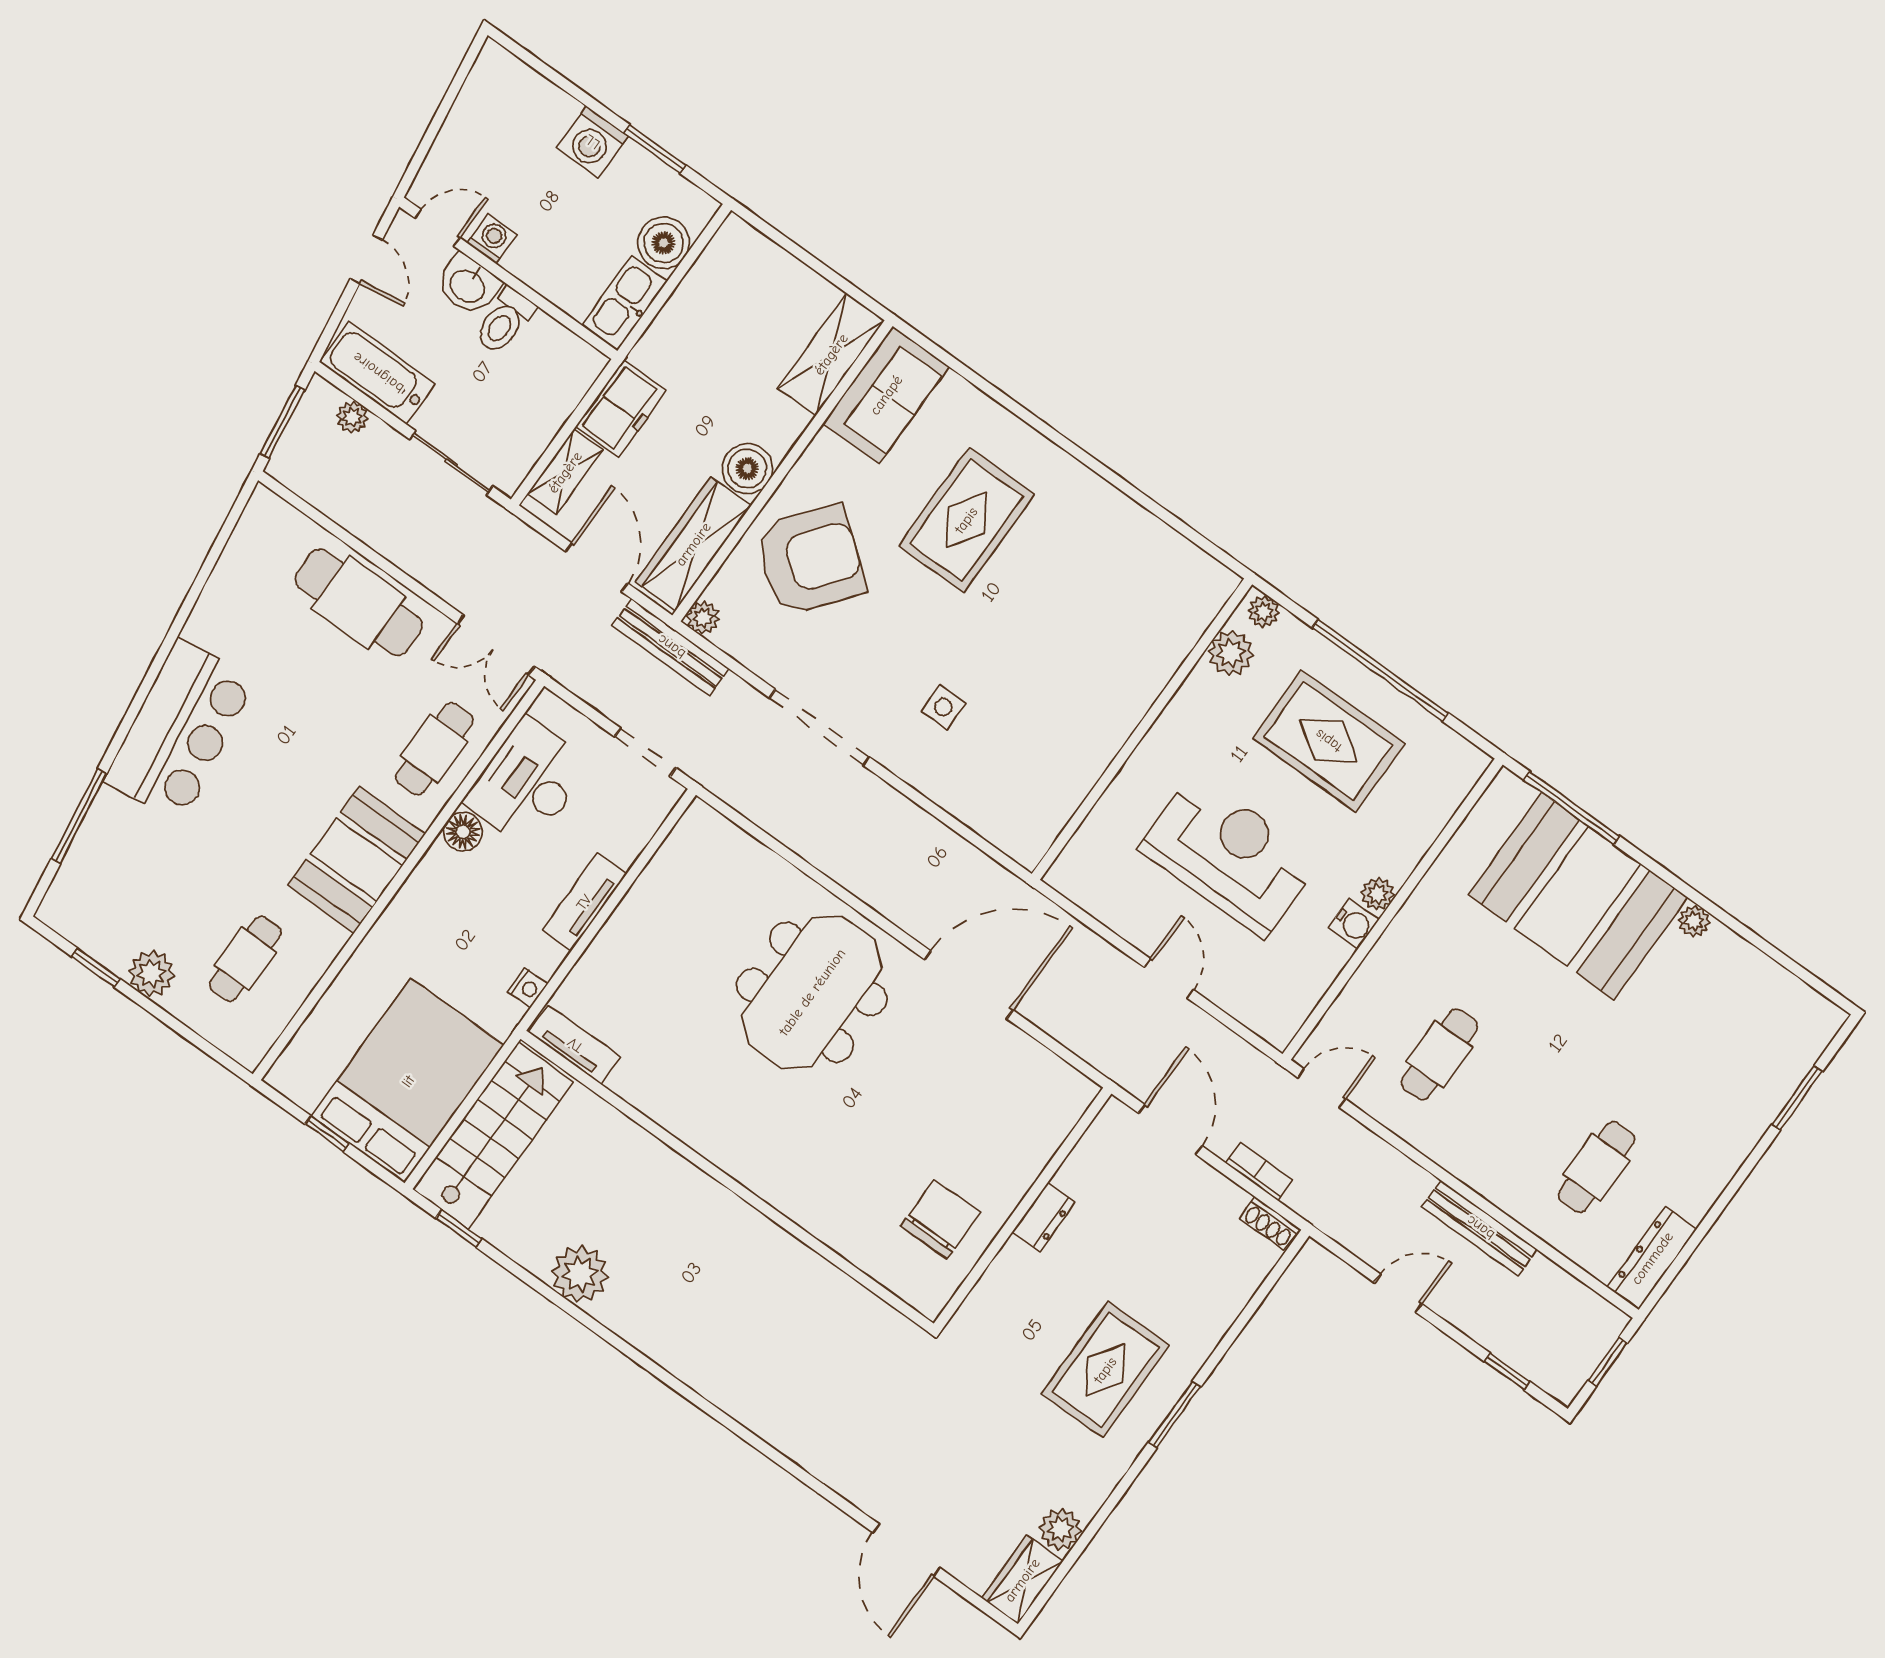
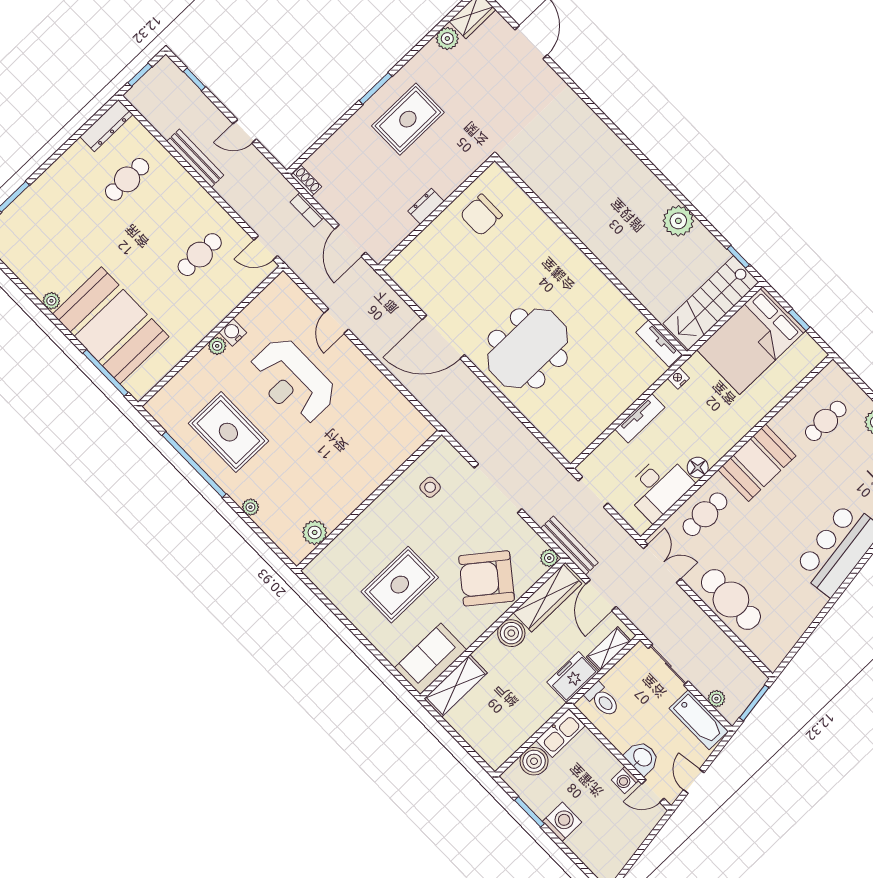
toilet: (504, 321) -> (602, 700), moved, turned 90
plant: (1231, 653) -> (315, 532), moved
wall: (1142, 729) -> (369, 501), moved

